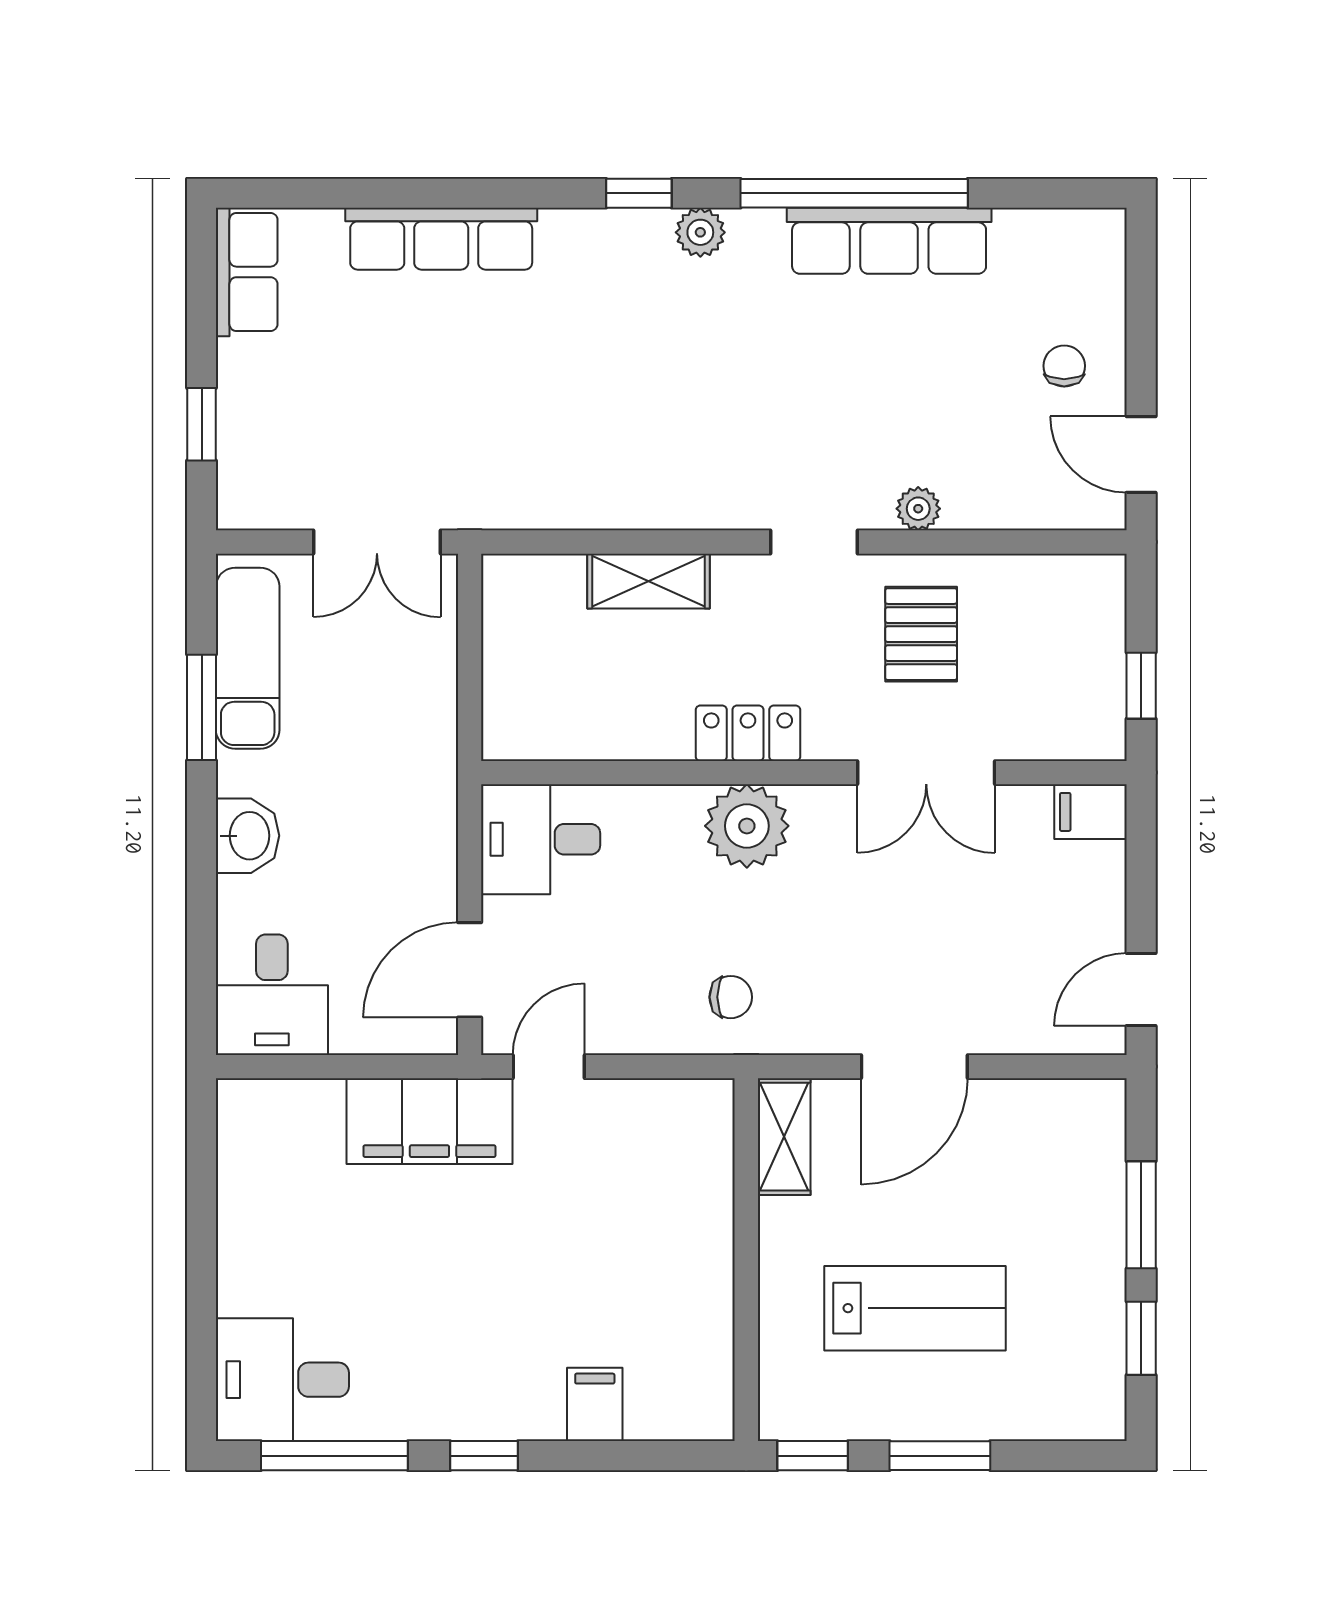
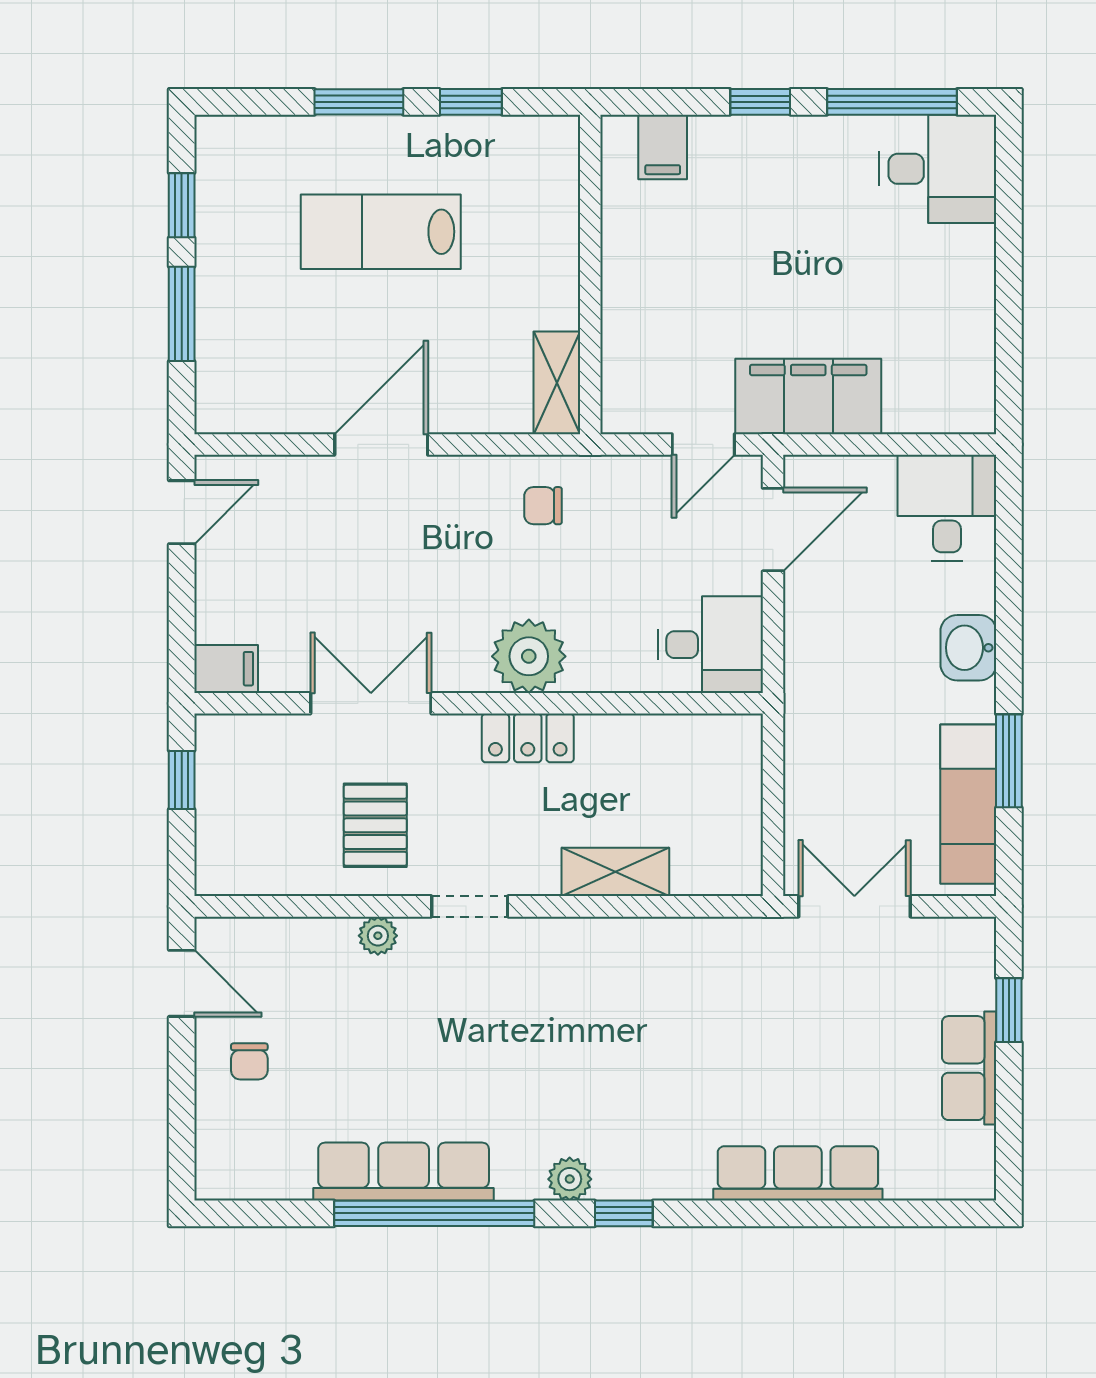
row of seats: (247, 272) -> (969, 1068), moved
shelving: (784, 1137) -> (557, 383), moved
wall: (746, 1260) -> (590, 274), moved

